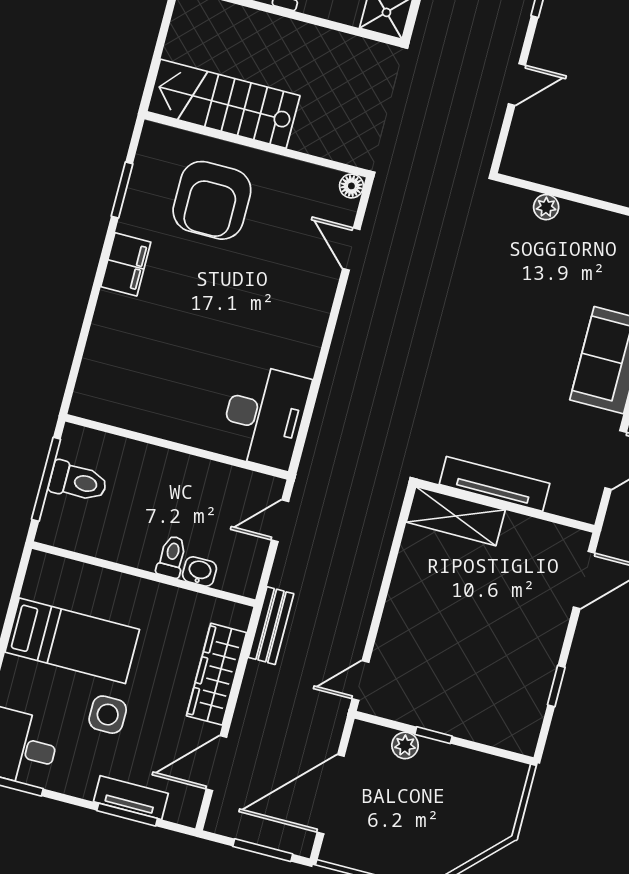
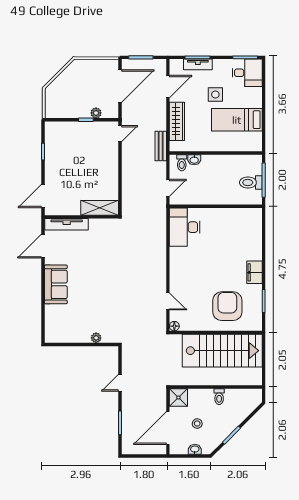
stairs: (223, 104) -> (222, 351), width x1.36, depth x1.51
tv unit: (495, 484) -> (67, 224), moved
toilet: (172, 557) -> (182, 163), moved

